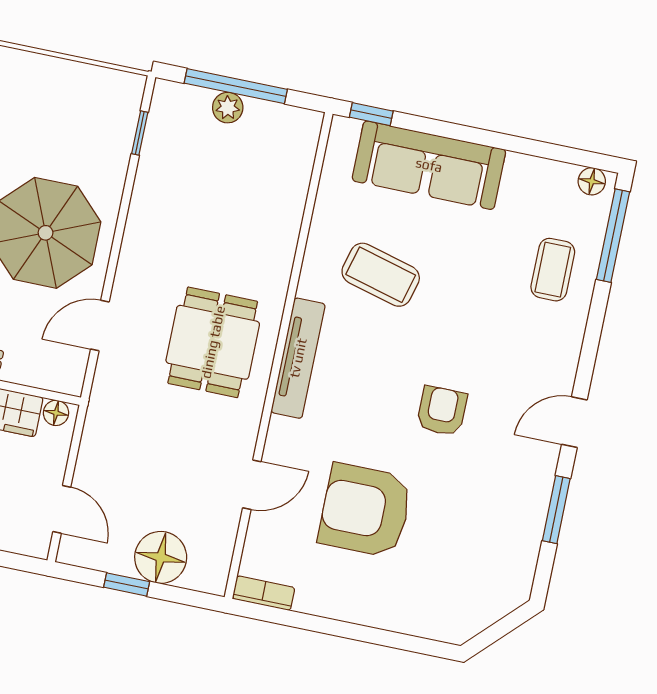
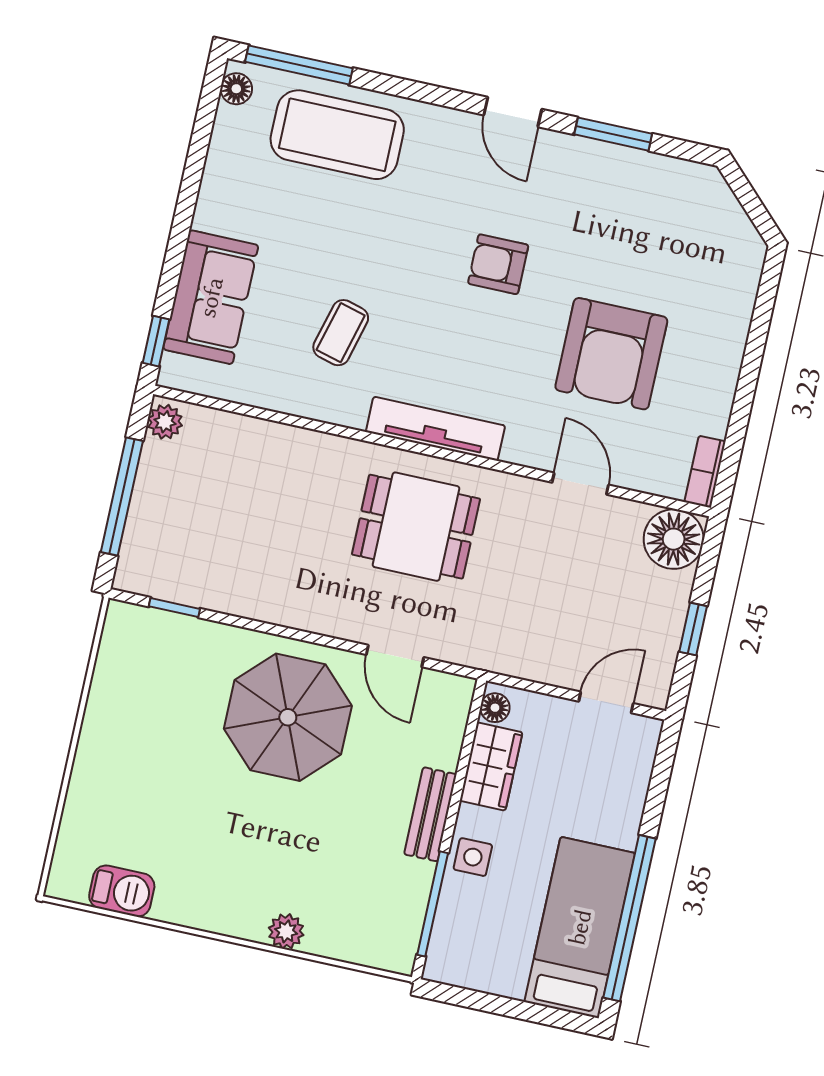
plant: (228, 108) -> (165, 422), moved
sofa: (429, 165) -> (211, 297), width x0.73
coffee table: (553, 270) -> (337, 135), width x1.86, depth x1.72
coffee table: (381, 275) -> (341, 333), width x0.73, depth x0.77
floor lamp: (161, 557) -> (674, 539), moved

